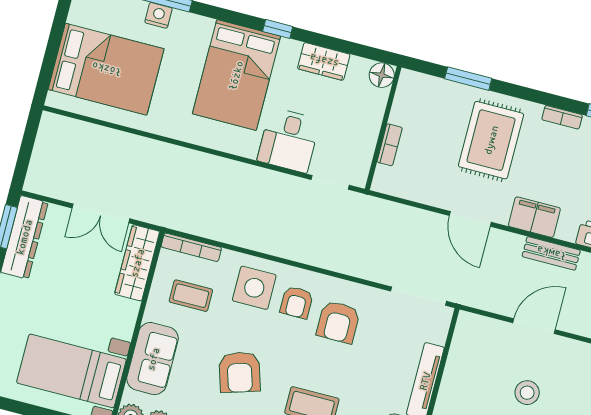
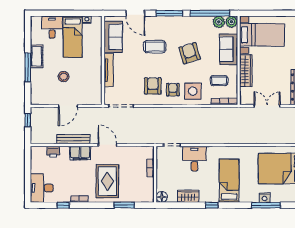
bed: (236, 75) -> (229, 181), width x0.67
bench: (551, 253) -> (73, 139), width x1.36
wardrobe: (137, 263) -> (246, 71), moved

